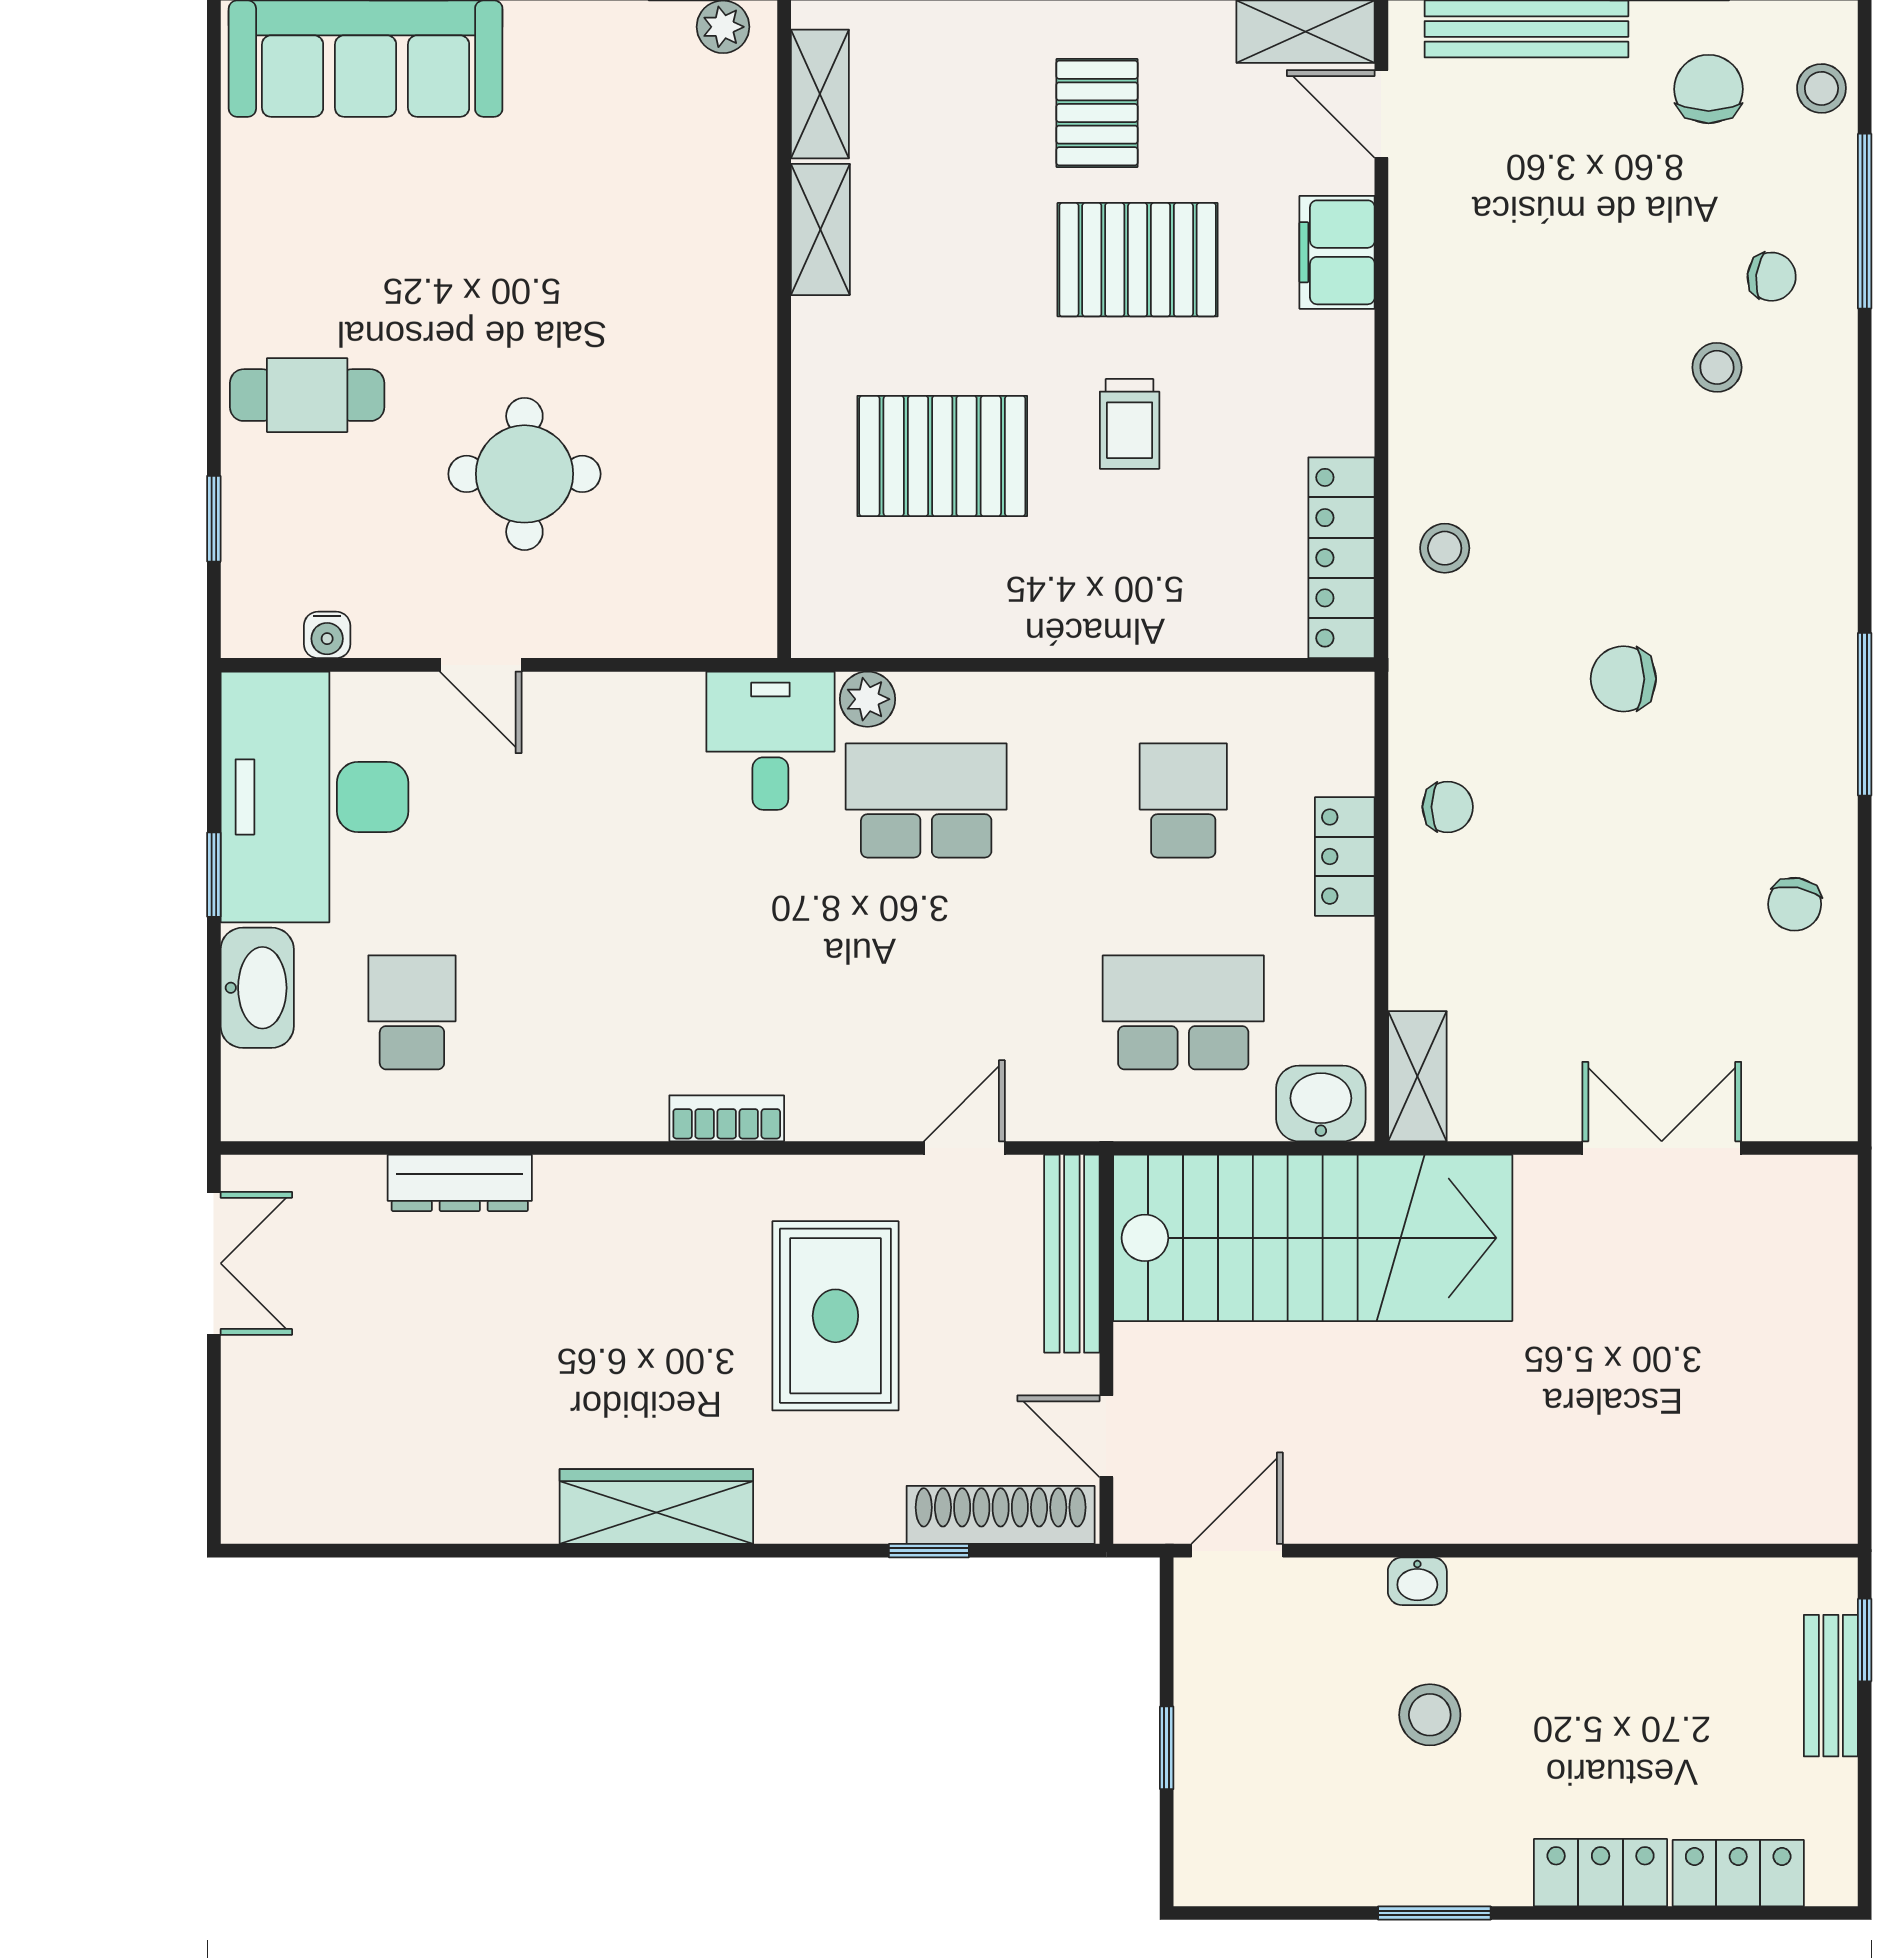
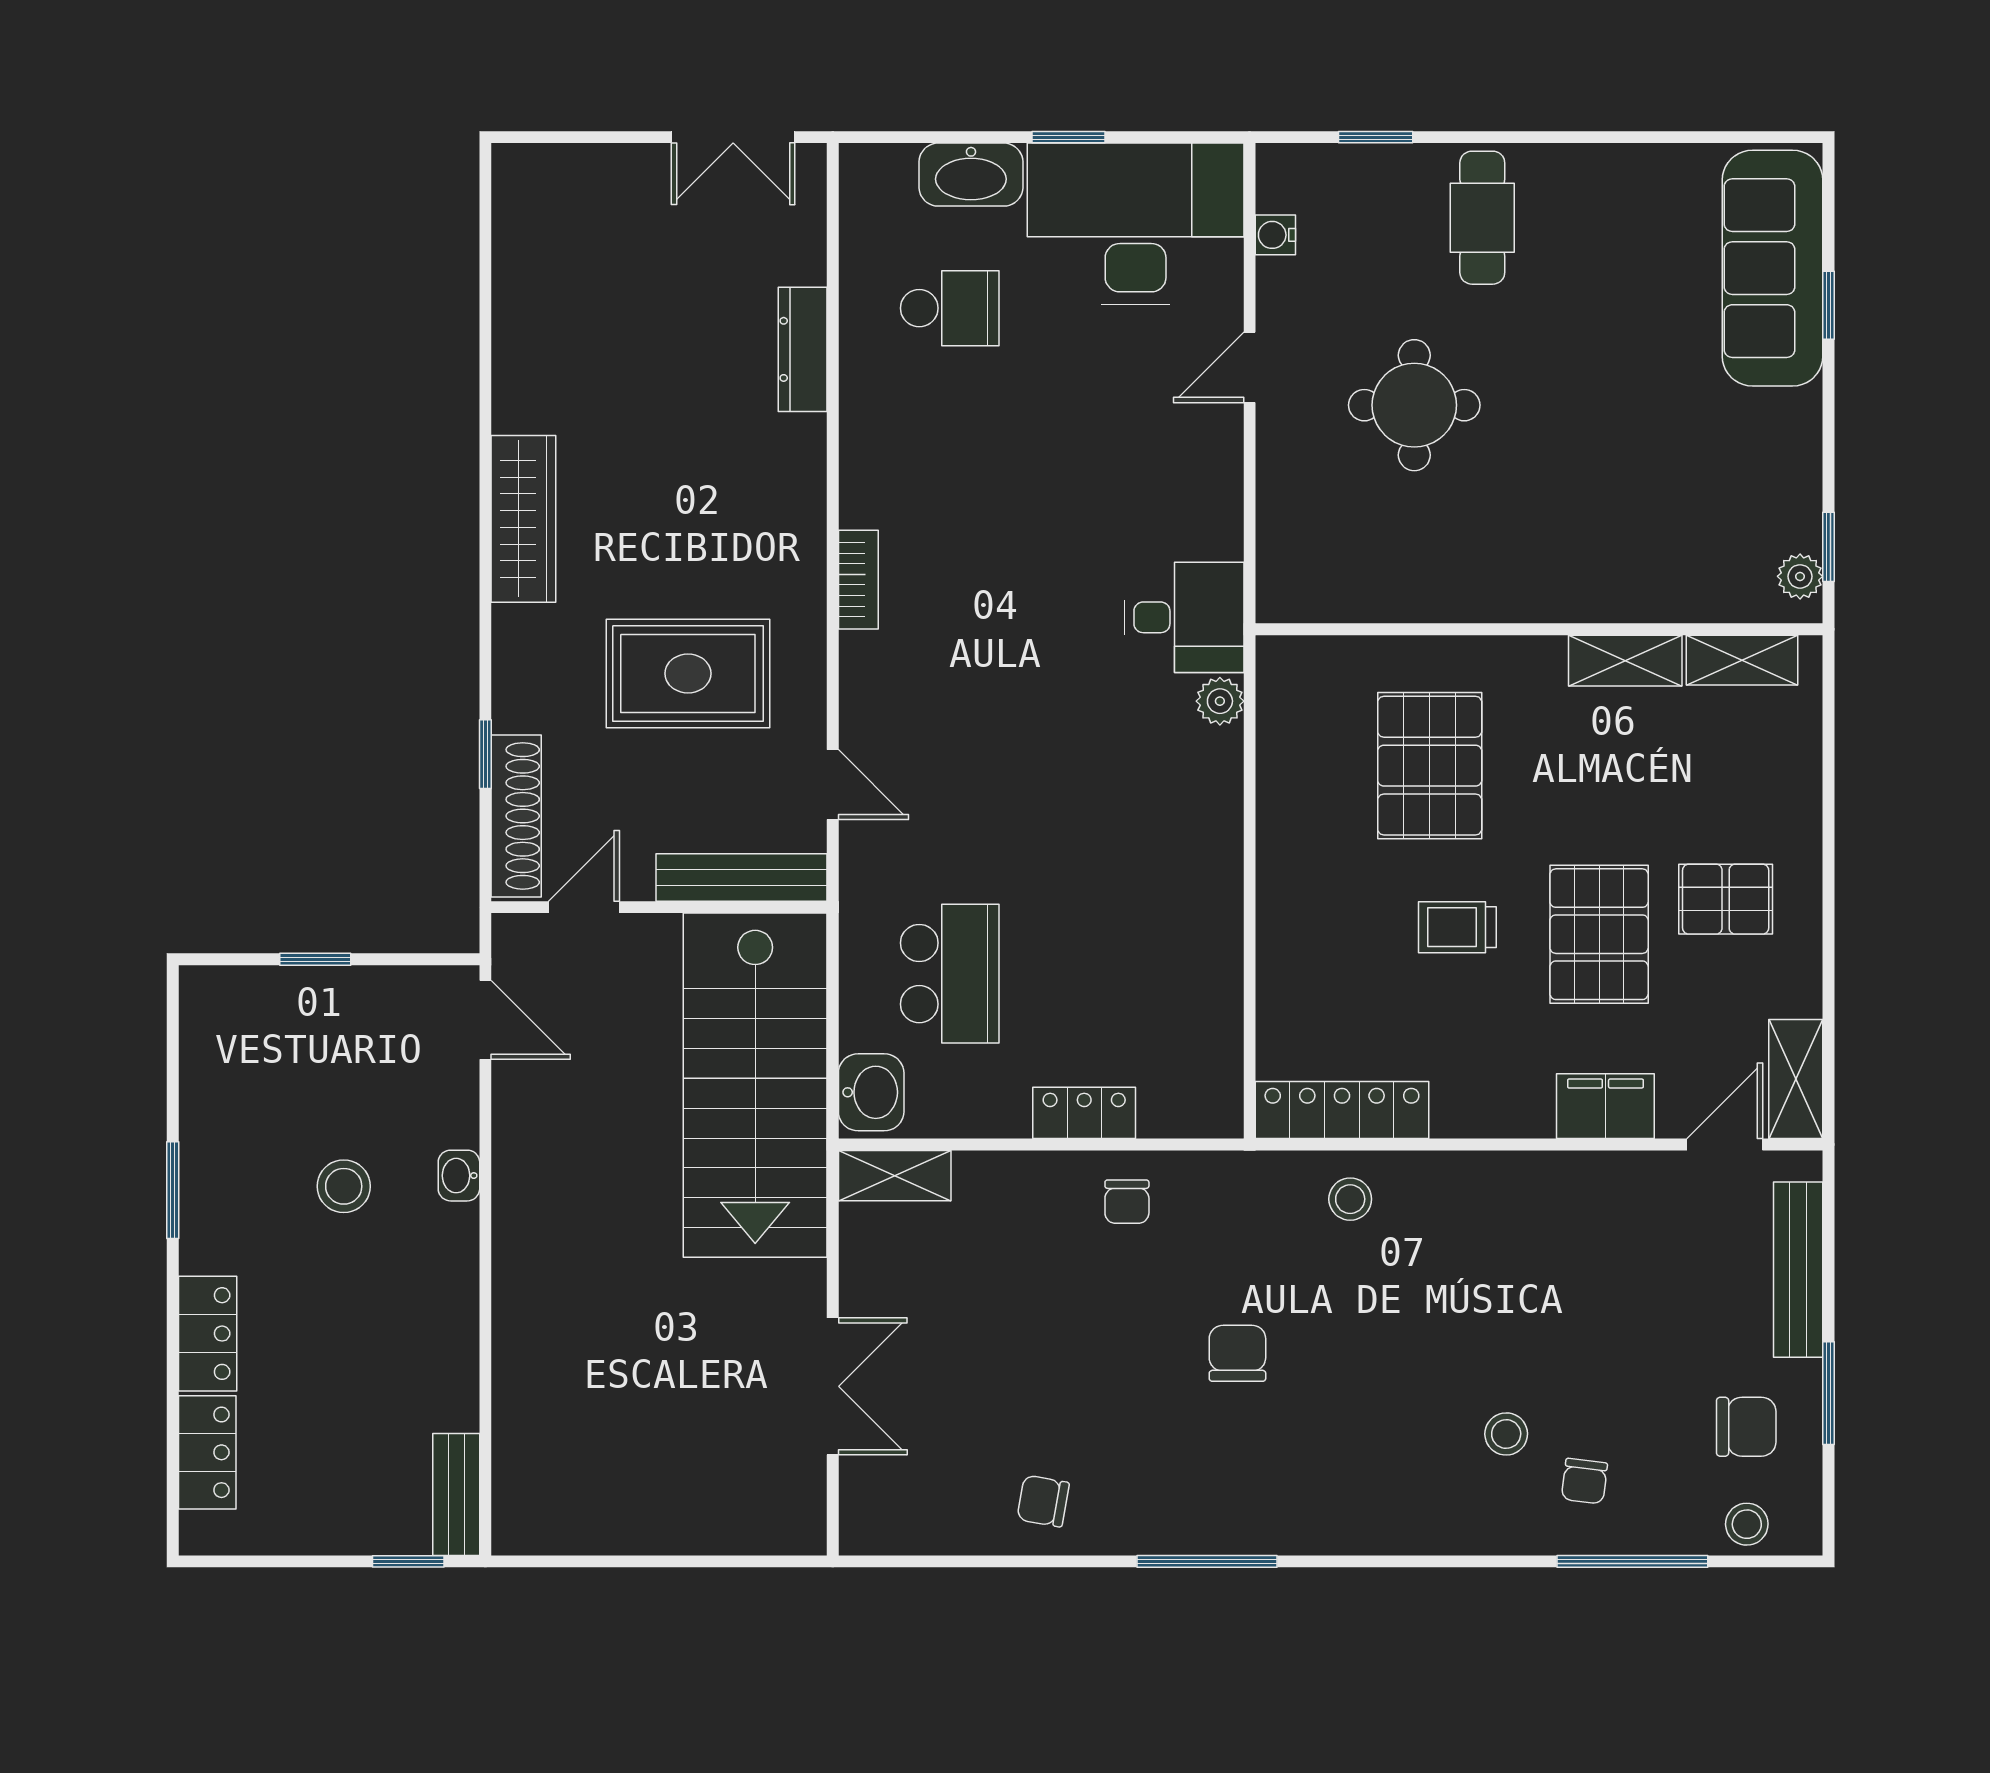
school desk: (926, 800) -> (1133, 752), removed
school desk: (1183, 800) -> (1133, 974), removed
bench: (1831, 1686) -> (456, 1494), moved, turned 90

